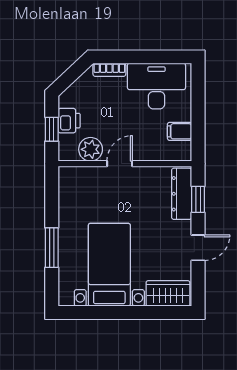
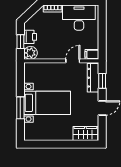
filing cabinet: (180, 131) -> (92, 54), moved
plant: (91, 149) -> (31, 53), moved
door: (120, 164) -> (73, 61), moved
bed with nightstands: (109, 265) -> (47, 103), moved, turned 90

